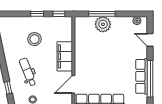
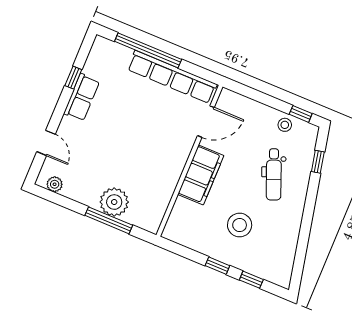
window: (59, 14) -> (251, 280), moved
row of seats: (142, 76) -> (82, 97), width x0.68
window: (150, 79) -> (73, 78), width x0.32

